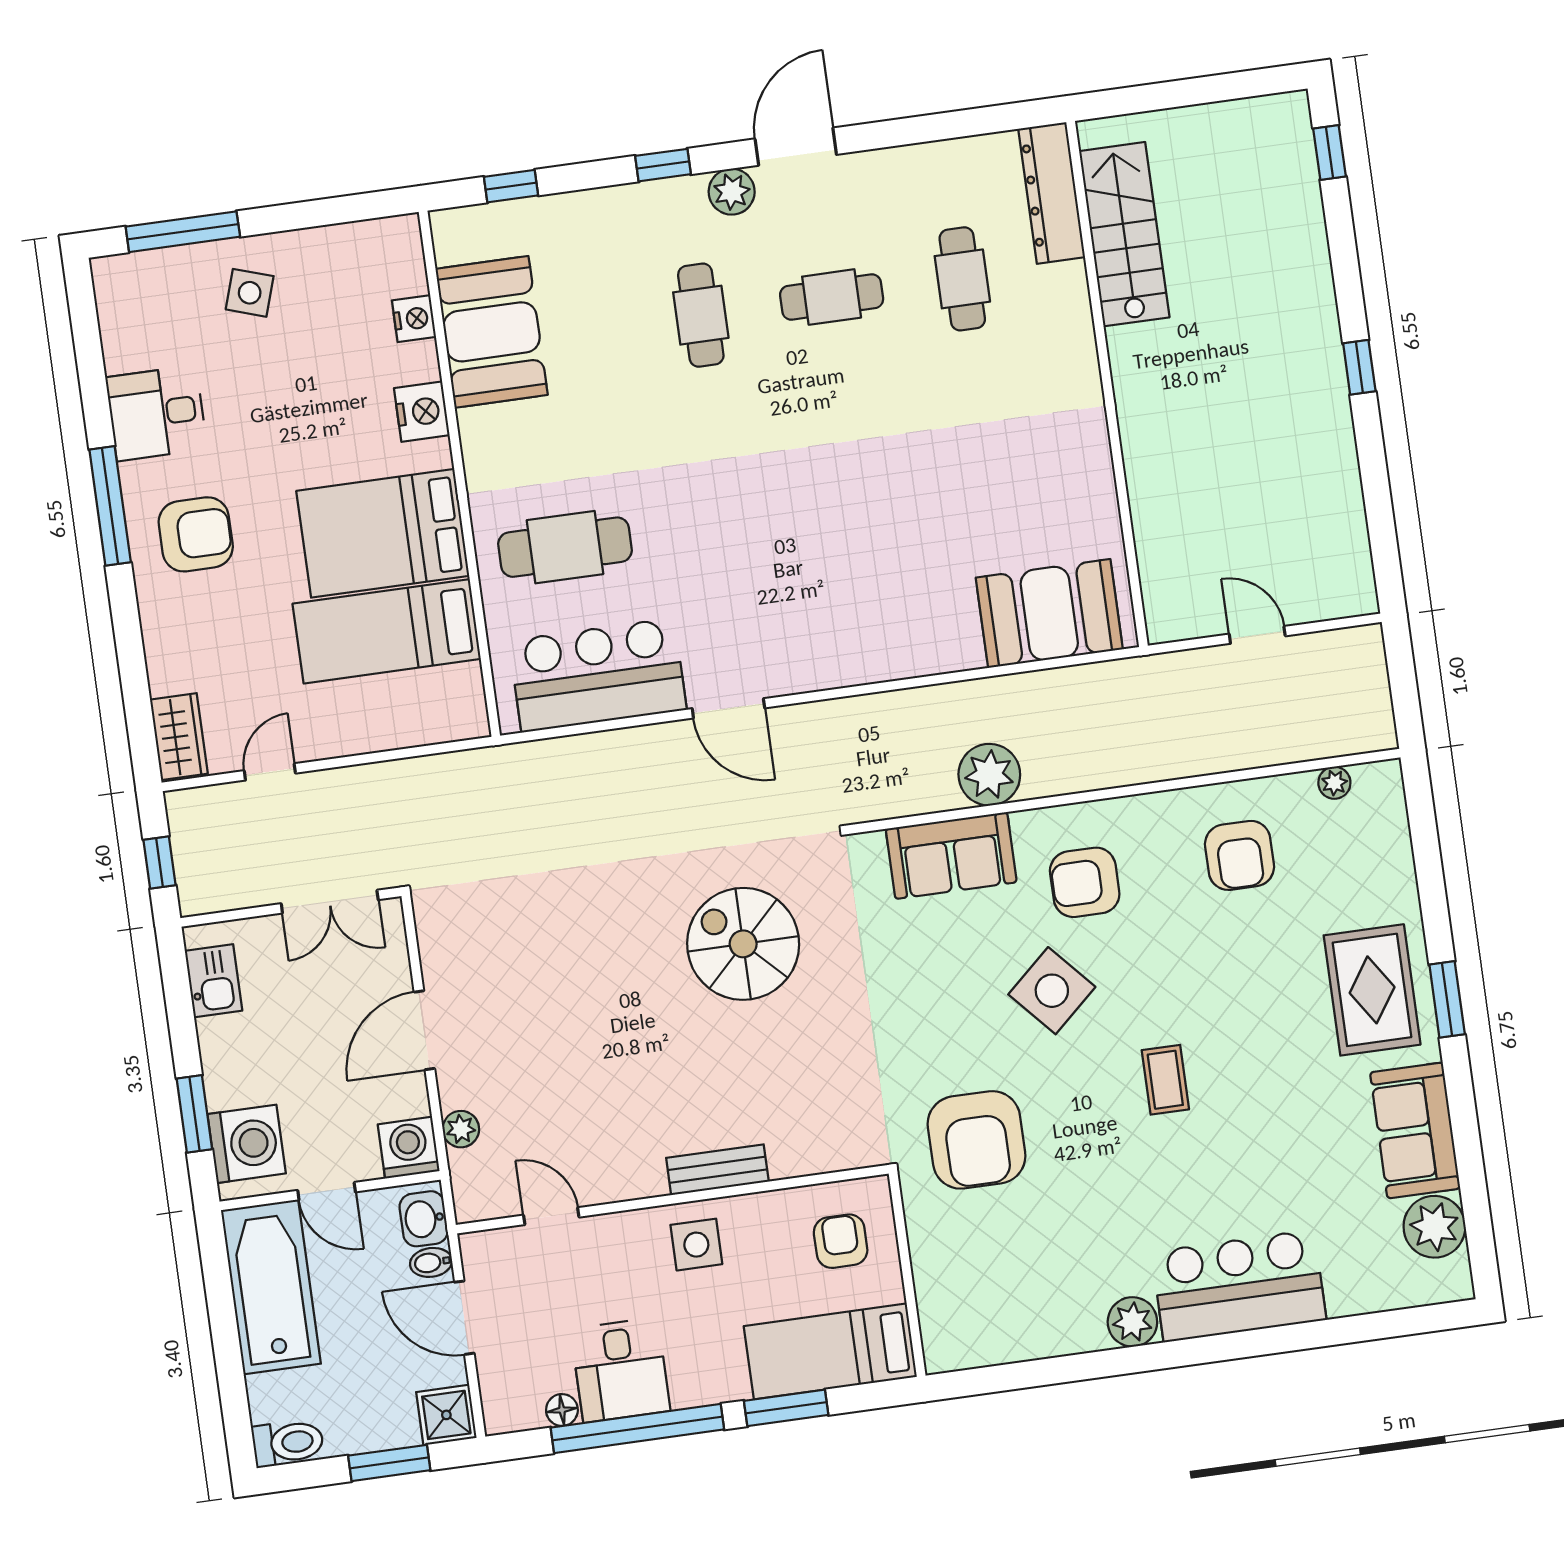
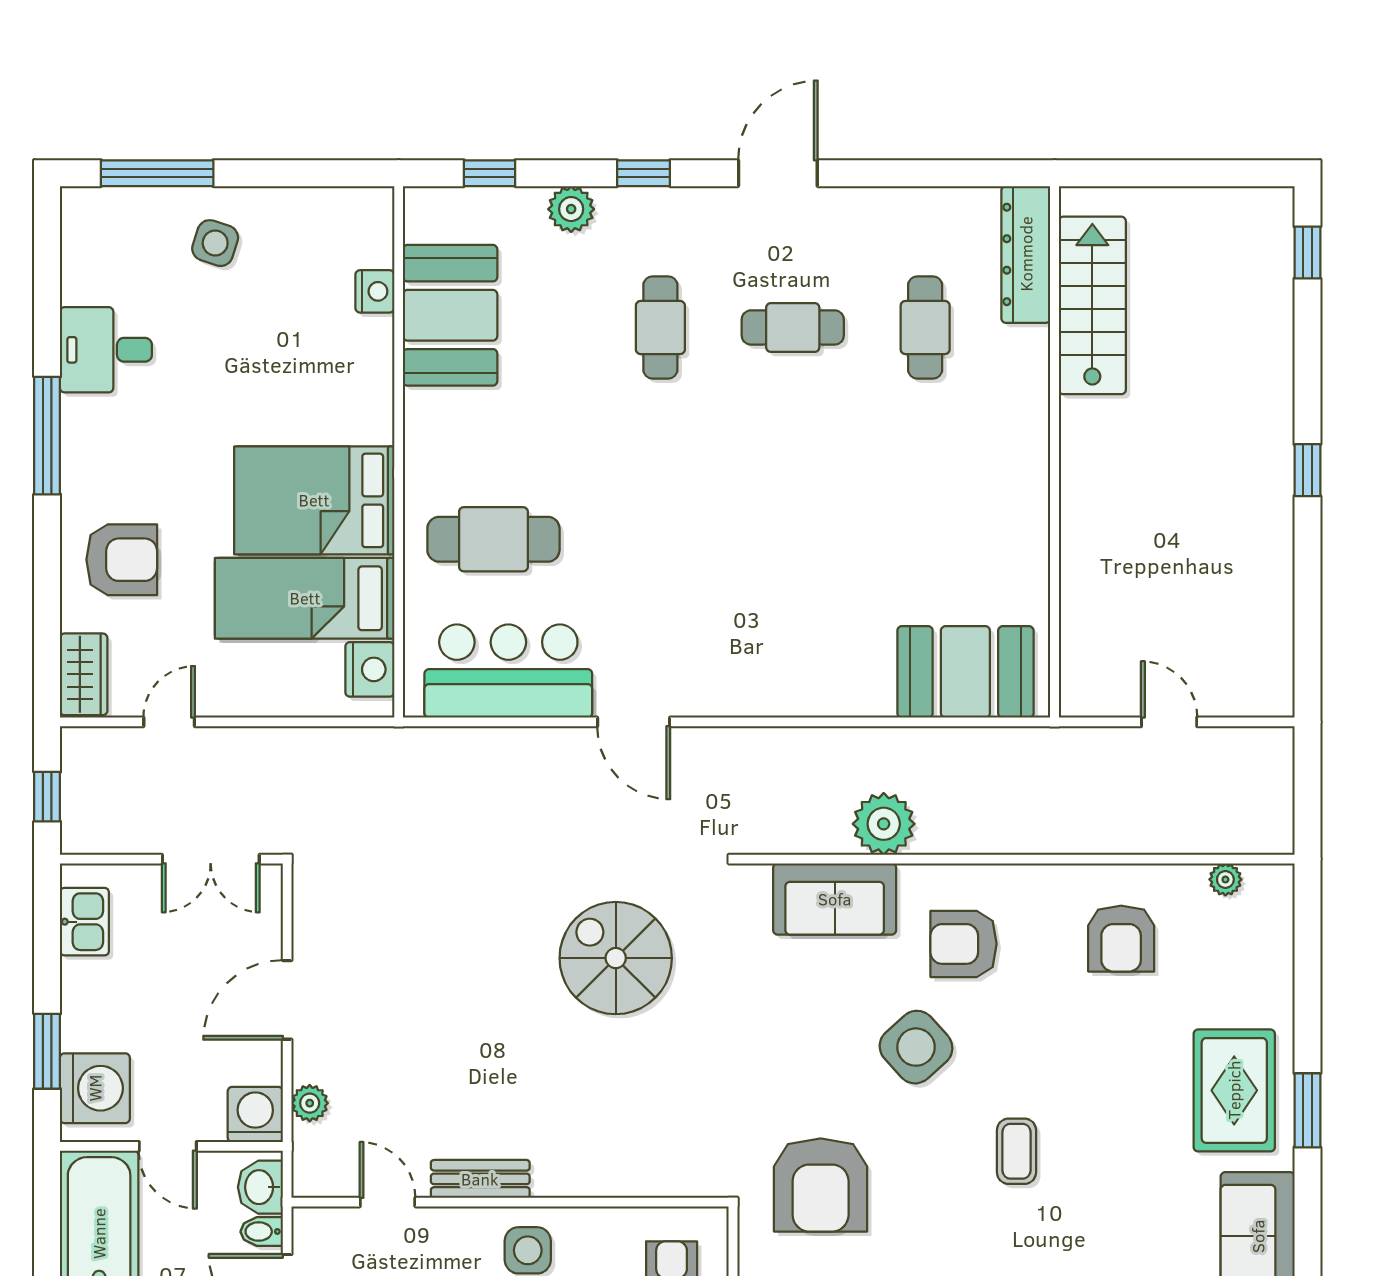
plant: (732, 192) -> (571, 209), moved
nightstand: (422, 412) -> (370, 669), moved
armchair: (196, 534) -> (122, 560), moved
bench: (717, 1170) -> (480, 1179), moved

